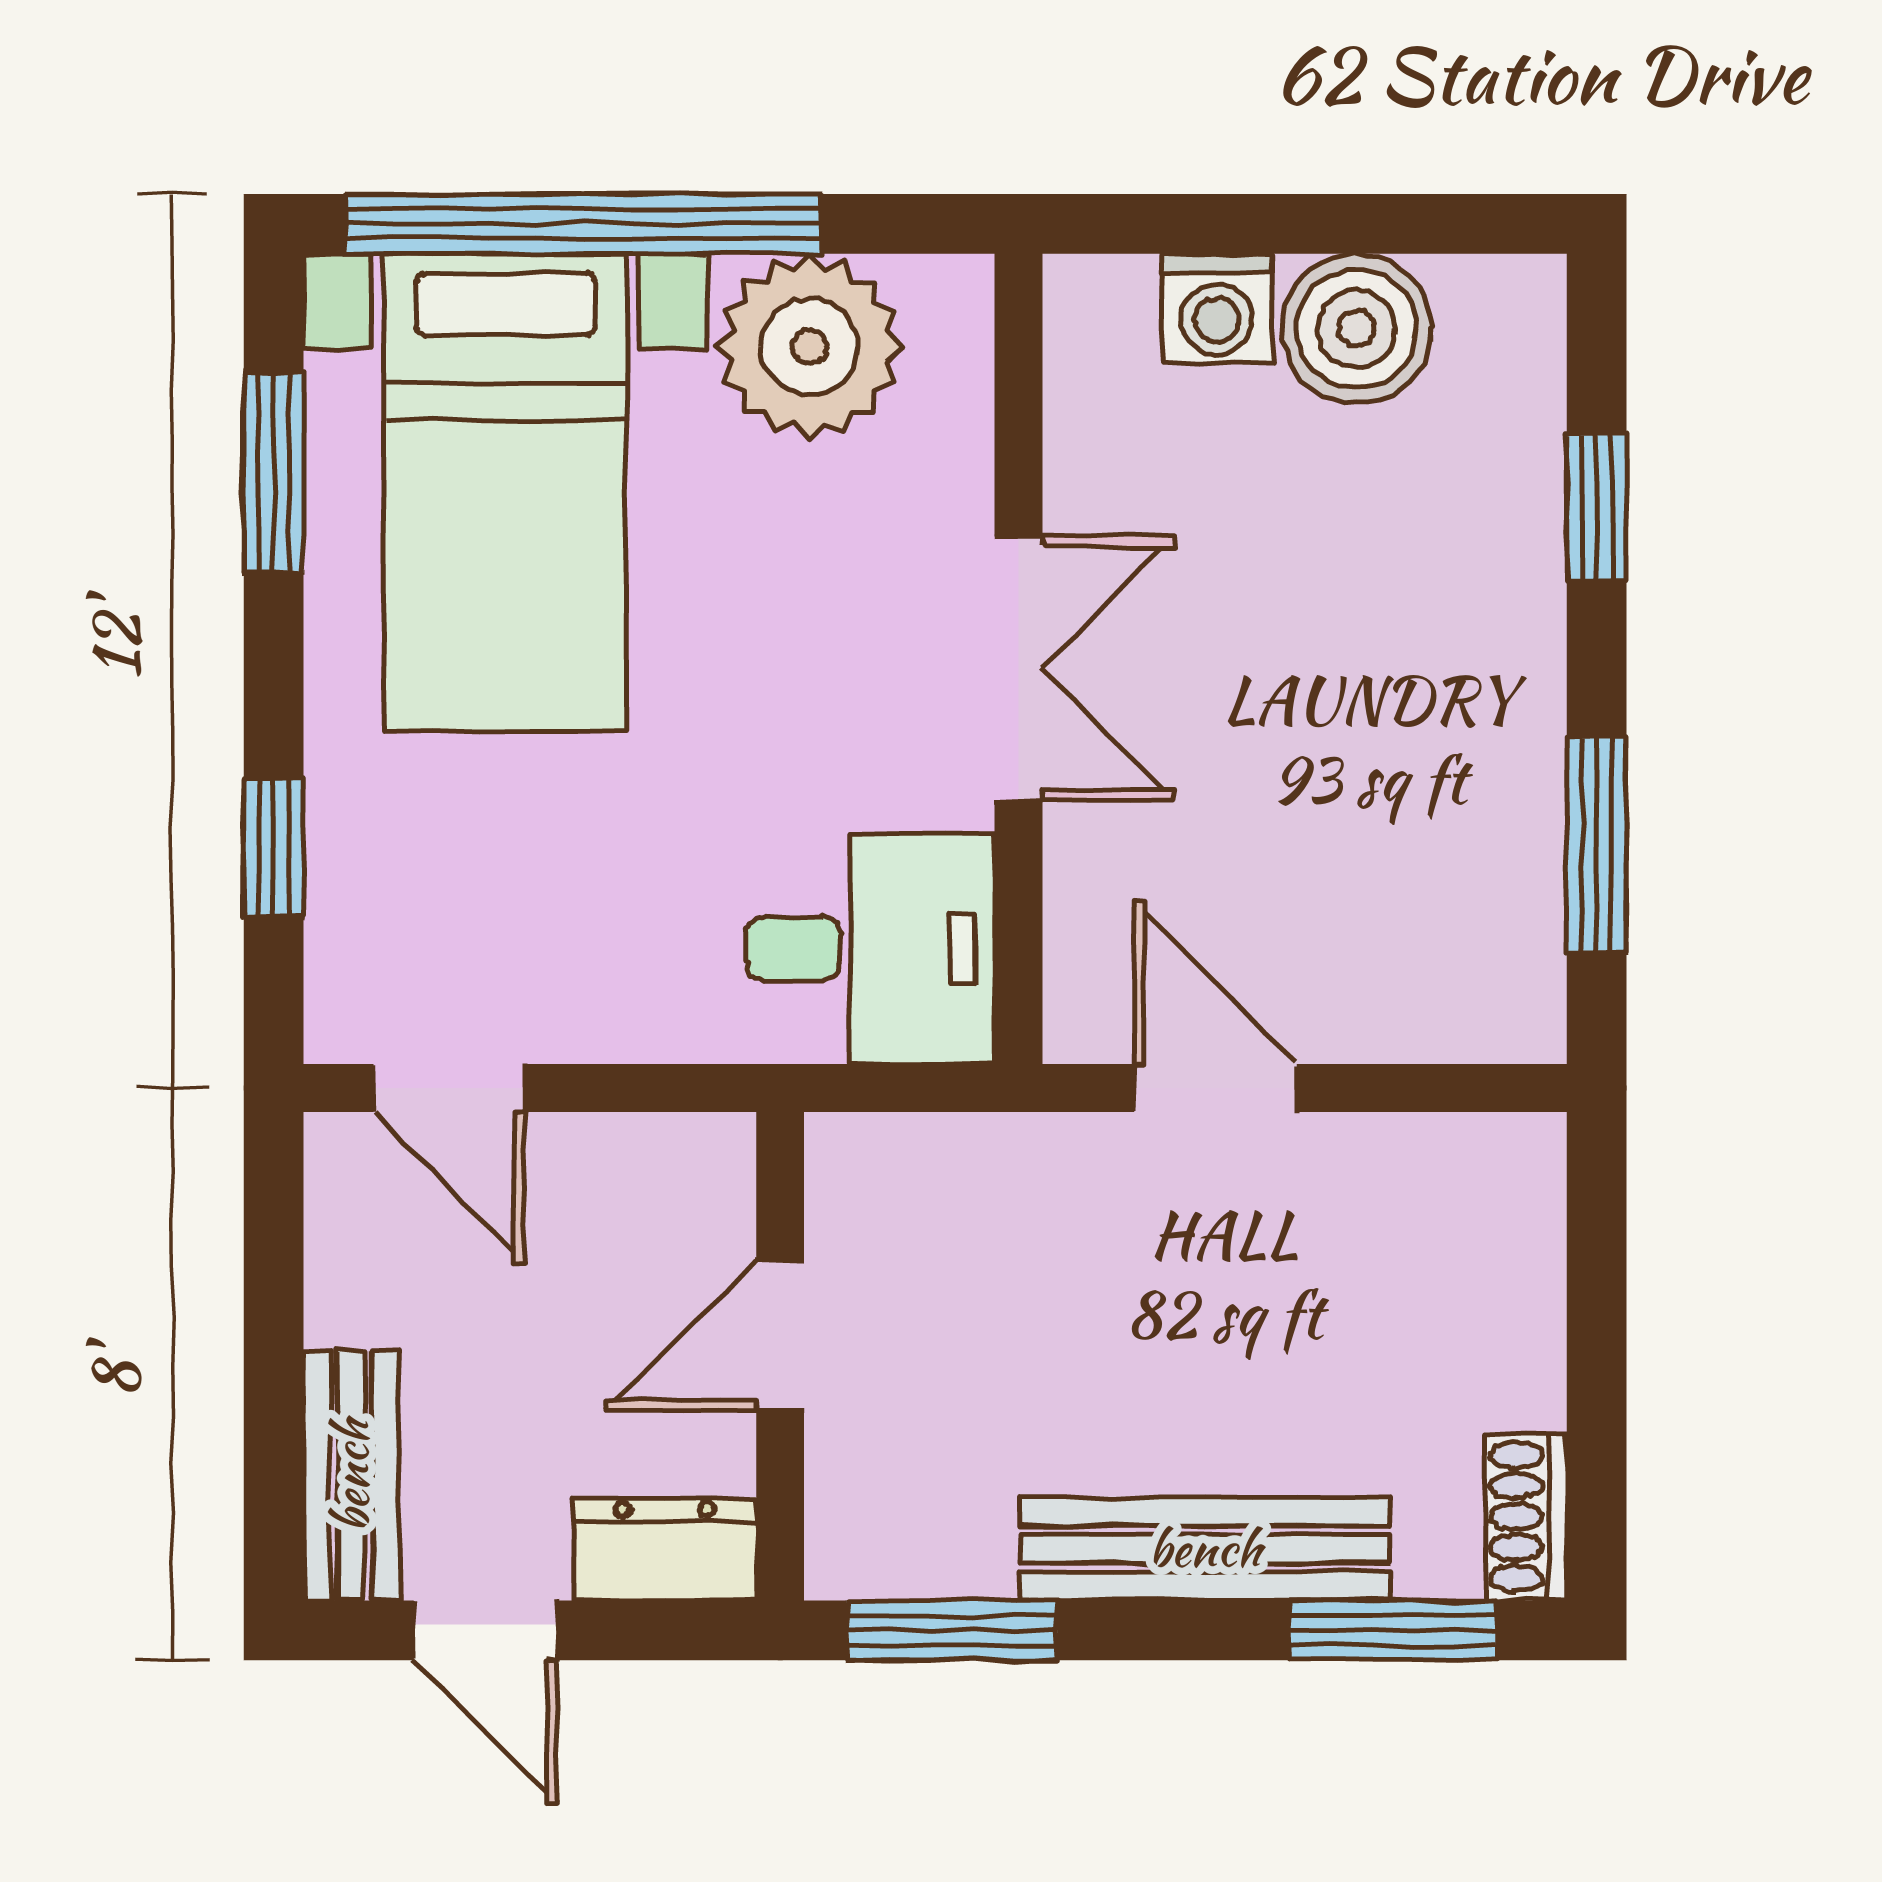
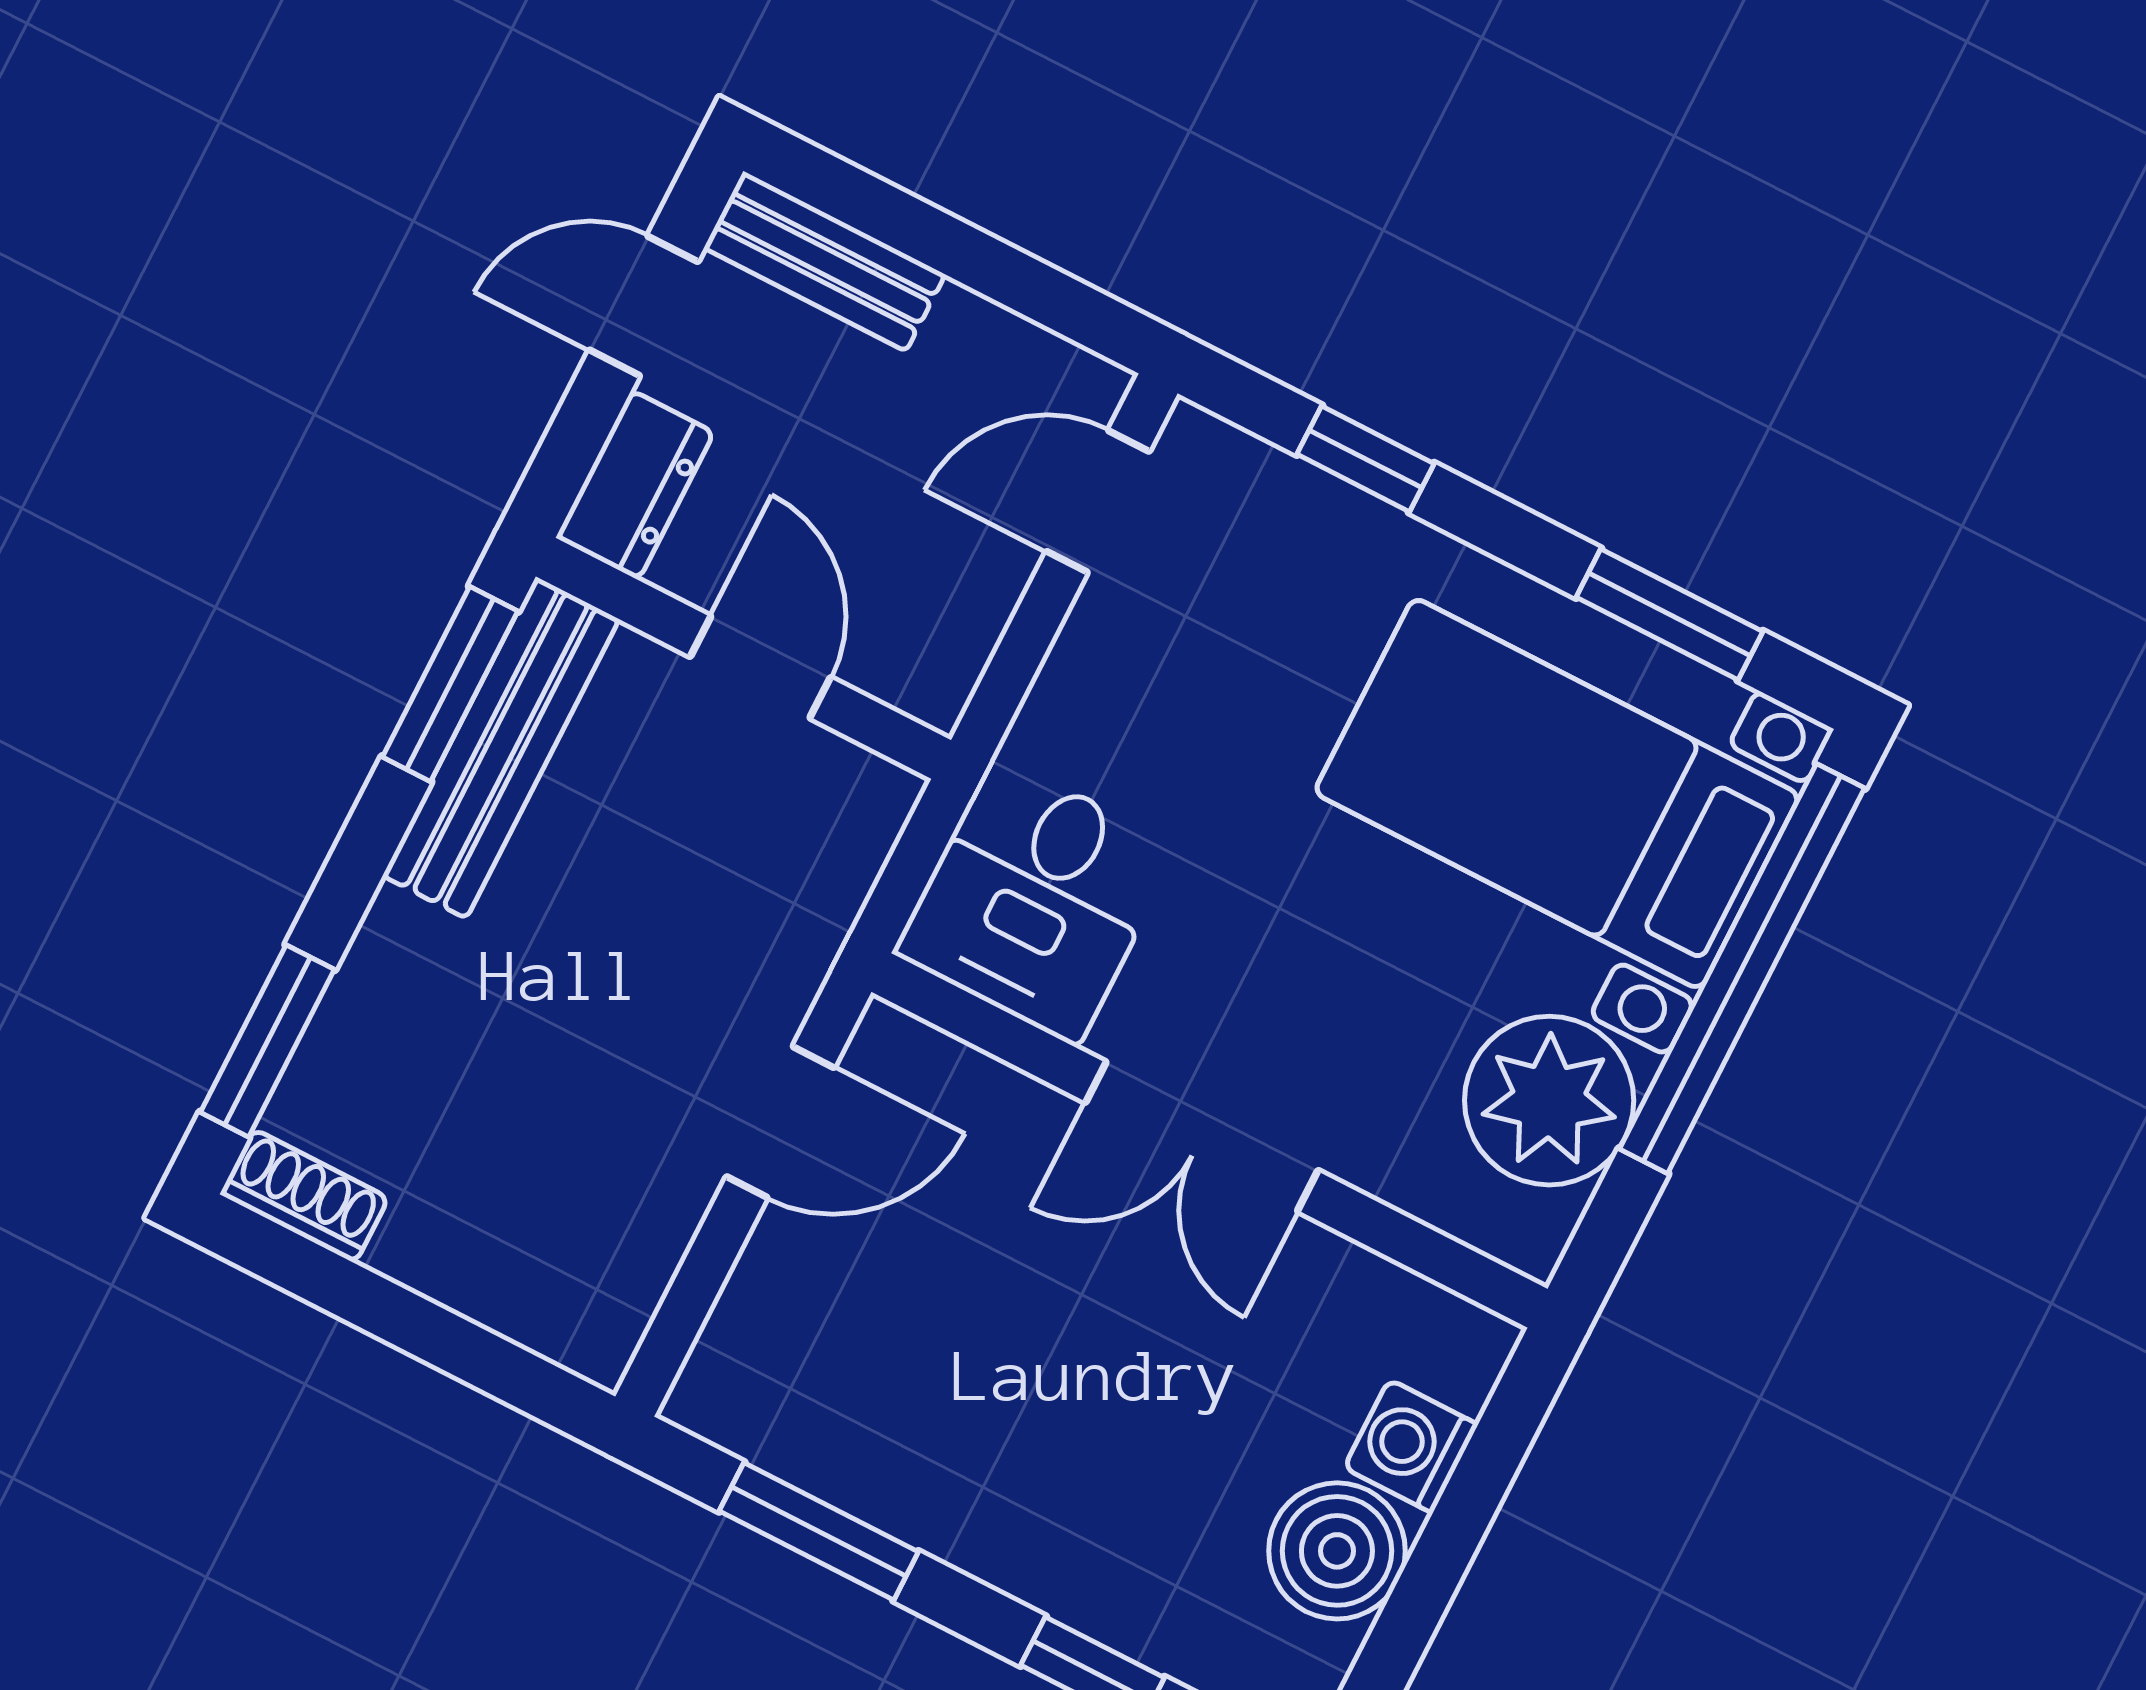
bench: (1205, 1549) -> (501, 748), moved

